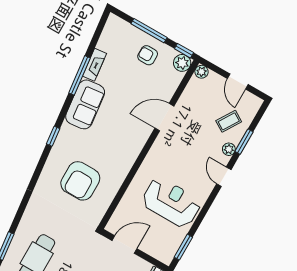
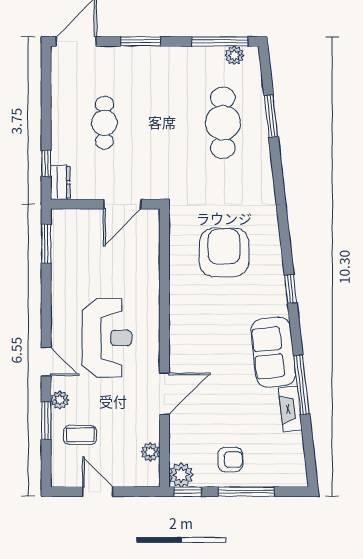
plant: (202, 72) -> (150, 452), moved
coffee table: (229, 121) -> (80, 435), turned 58
reception desk: (171, 202) -> (107, 338), moved, turned -90

